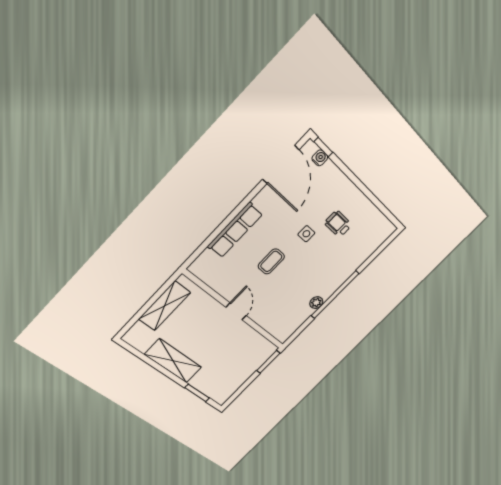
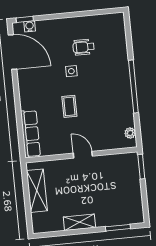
row of seats: (235, 230) -> (30, 134), moved
plant: (316, 303) -> (130, 133), moved
shelving: (173, 361) -> (79, 222), width x0.67, depth x0.75

